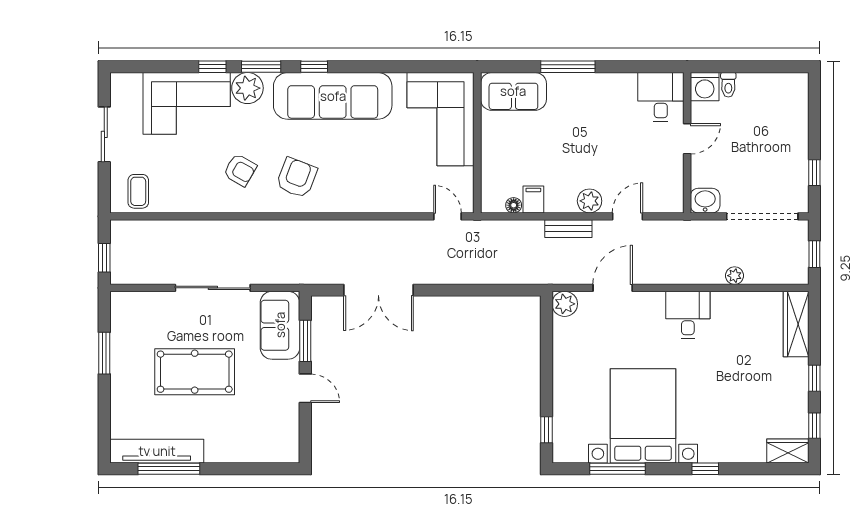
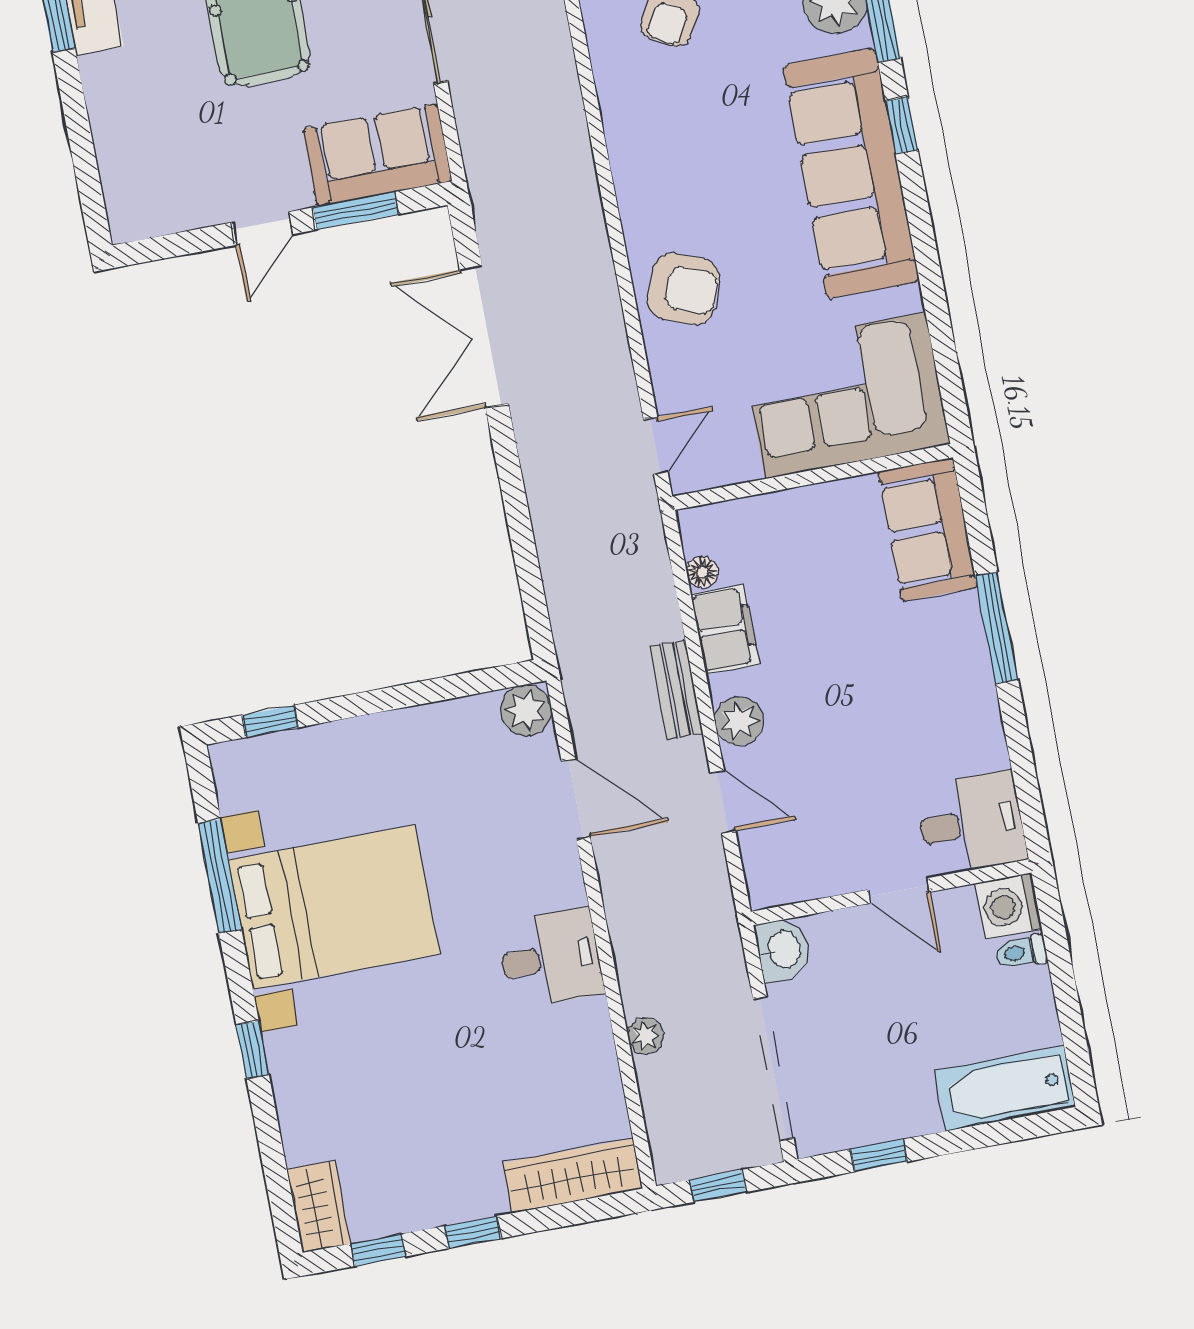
bathtub: (793, 105) -> (1005, 1089), added
armchair: (297, 178) -> (684, 289), moved
filing cabinet: (533, 199) -> (725, 629), width x2.00

